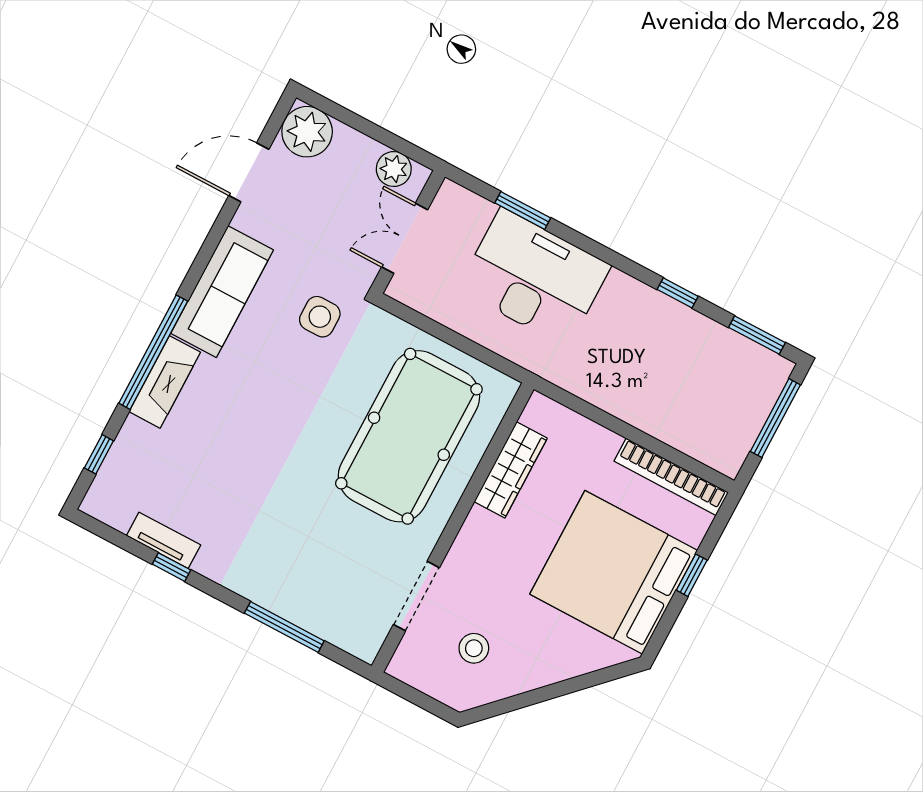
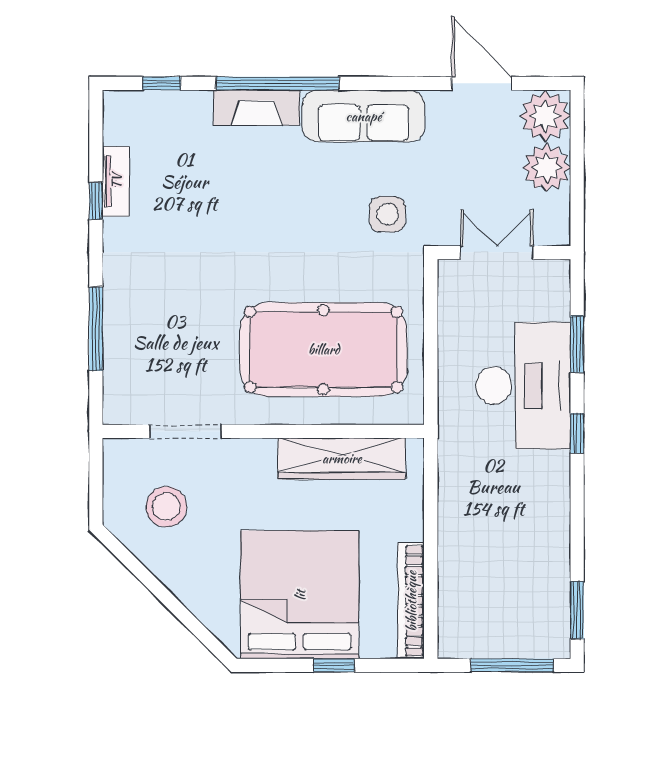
plant: (394, 169) -> (547, 168), moved, width x1.36, depth x1.36
window: (678, 293) -> (577, 433), moved
wardrobe: (511, 470) -> (342, 458), width x1.40, depth x1.17
stool: (474, 648) -> (166, 507), width x1.38, depth x1.38

